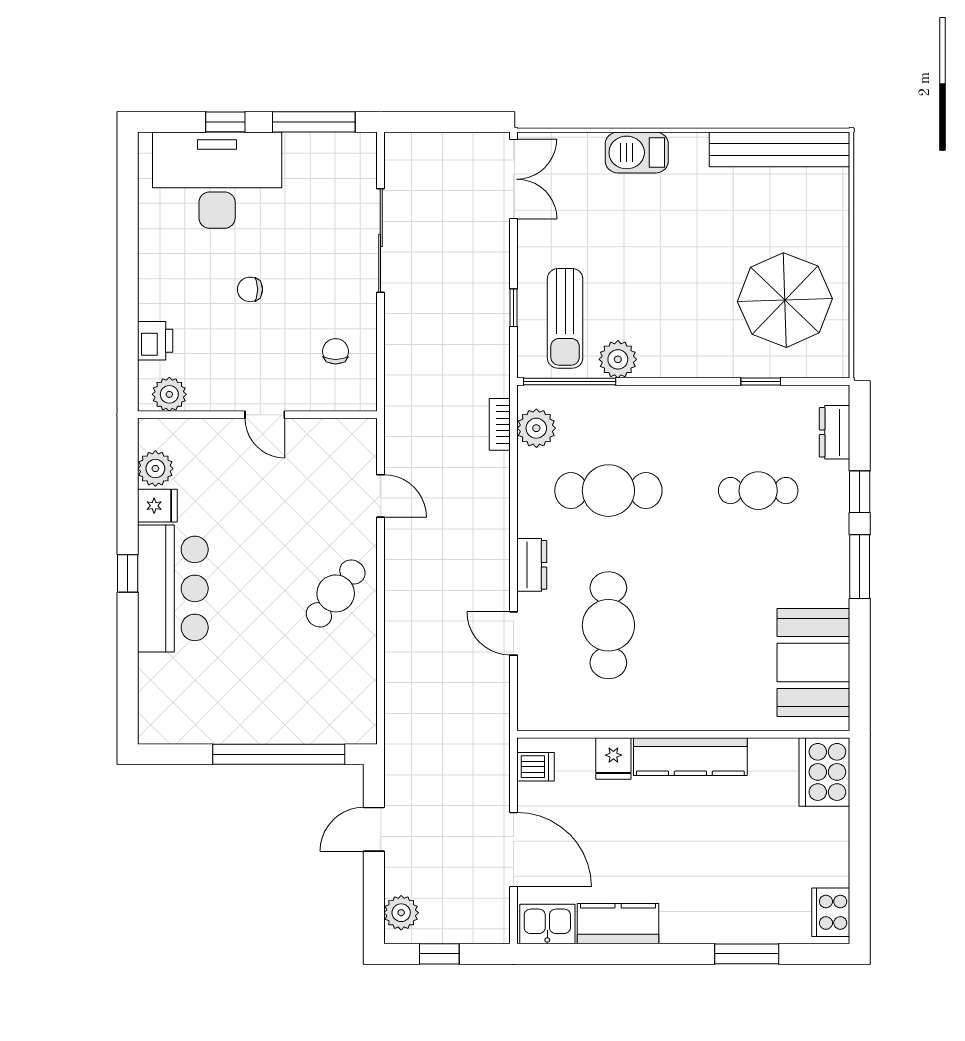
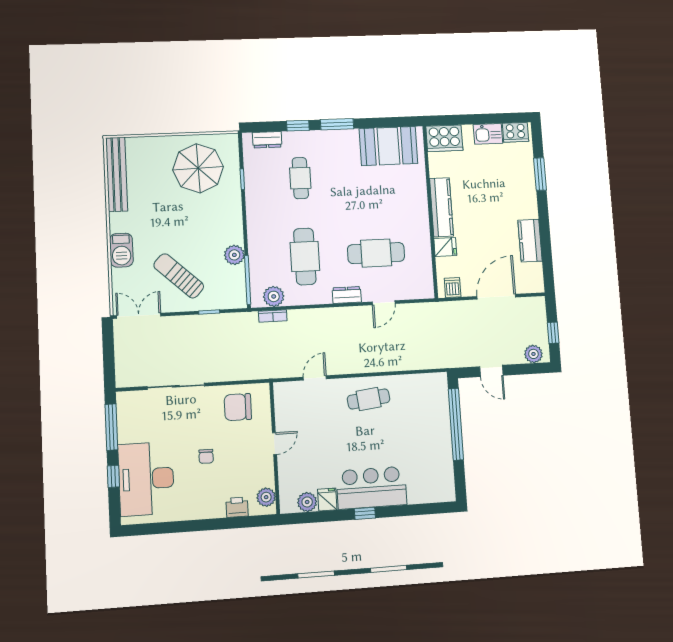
sun lounger: (565, 318) -> (179, 276), moved, turned -137
chair: (336, 351) -> (238, 407), width x1.87, depth x1.87
cafe table: (336, 593) -> (369, 399), turned -45
kitchen sink: (547, 924) -> (488, 134), moved, turned -90

